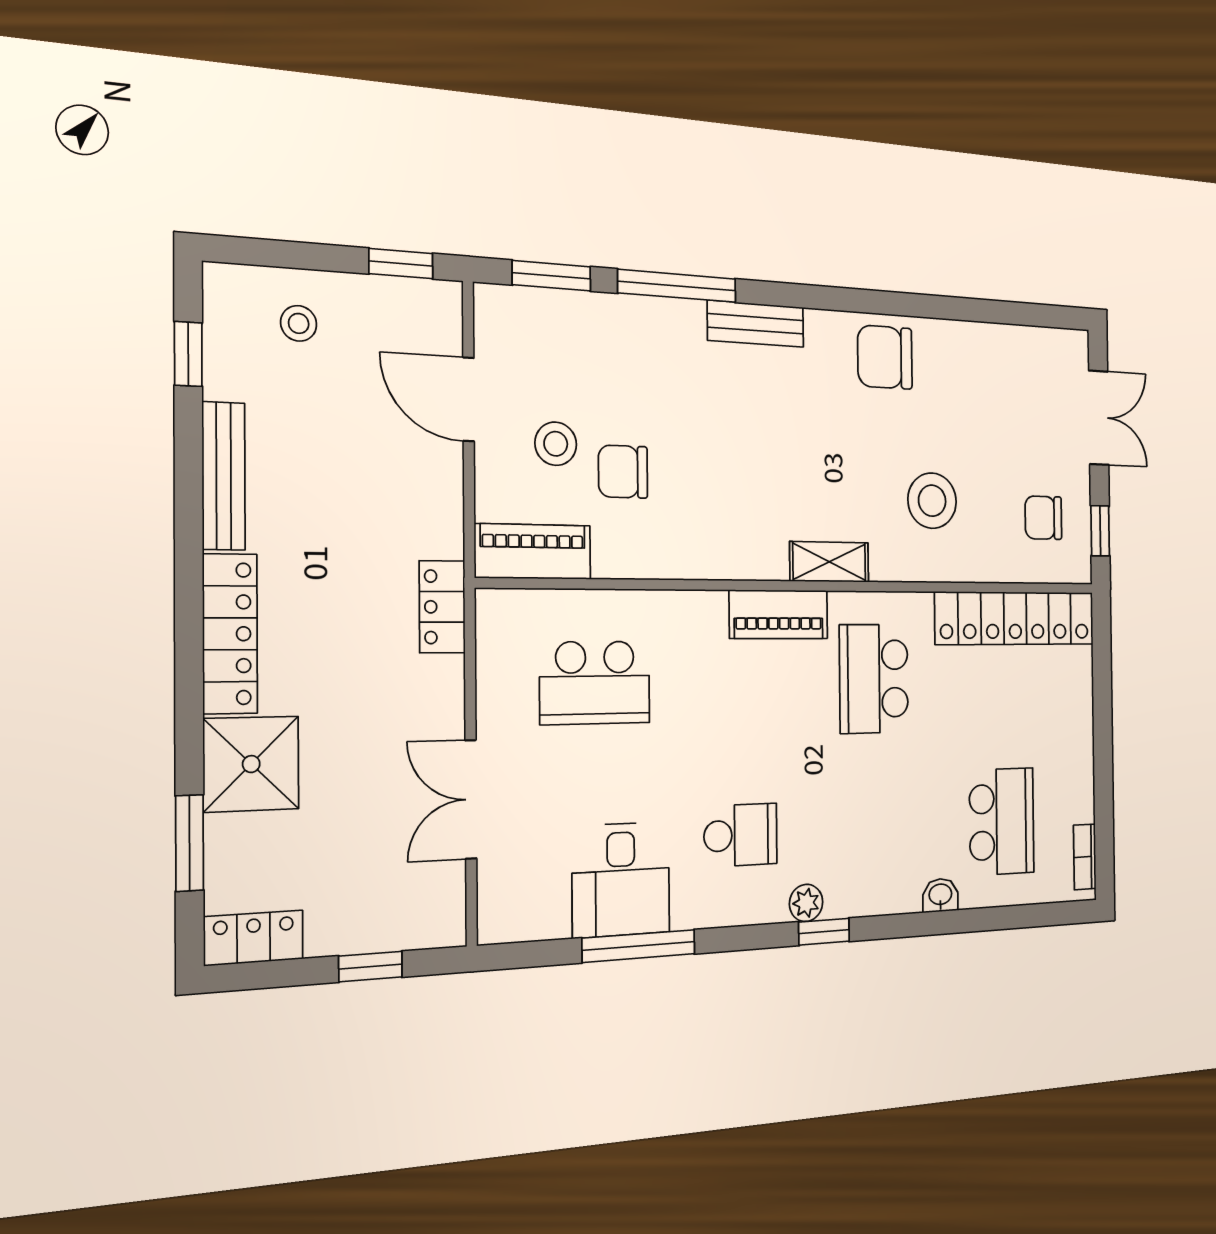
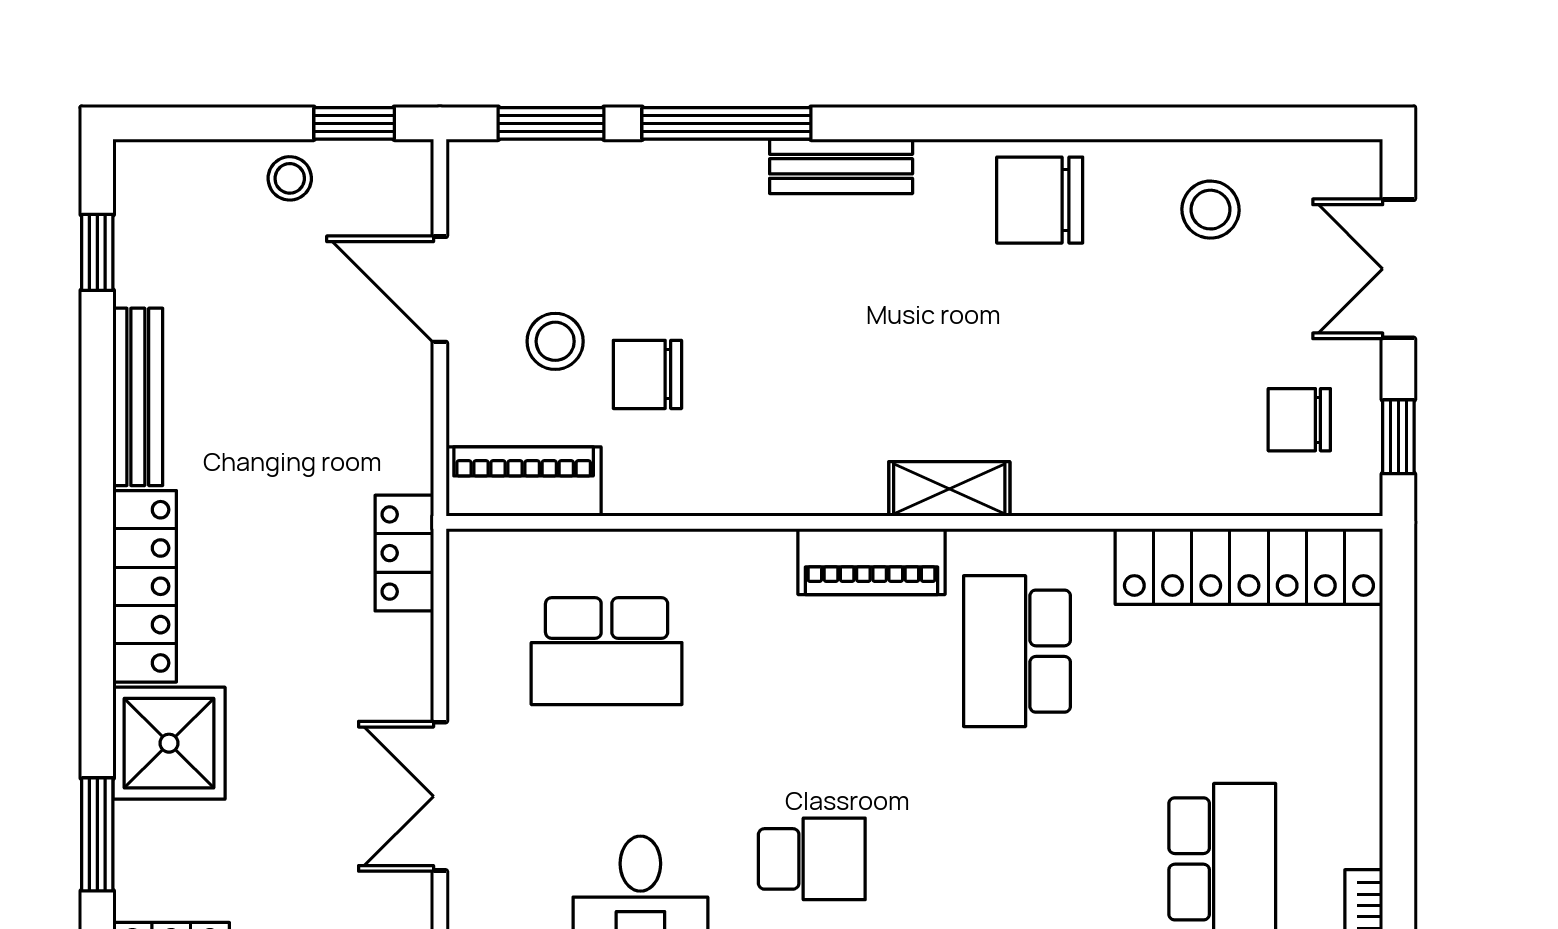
stool: (299, 323) -> (290, 178), moved
double door: (1099, 418) -> (1398, 269), swing flipped
stool: (932, 501) -> (1211, 210), moved, width x0.73, depth x0.73

